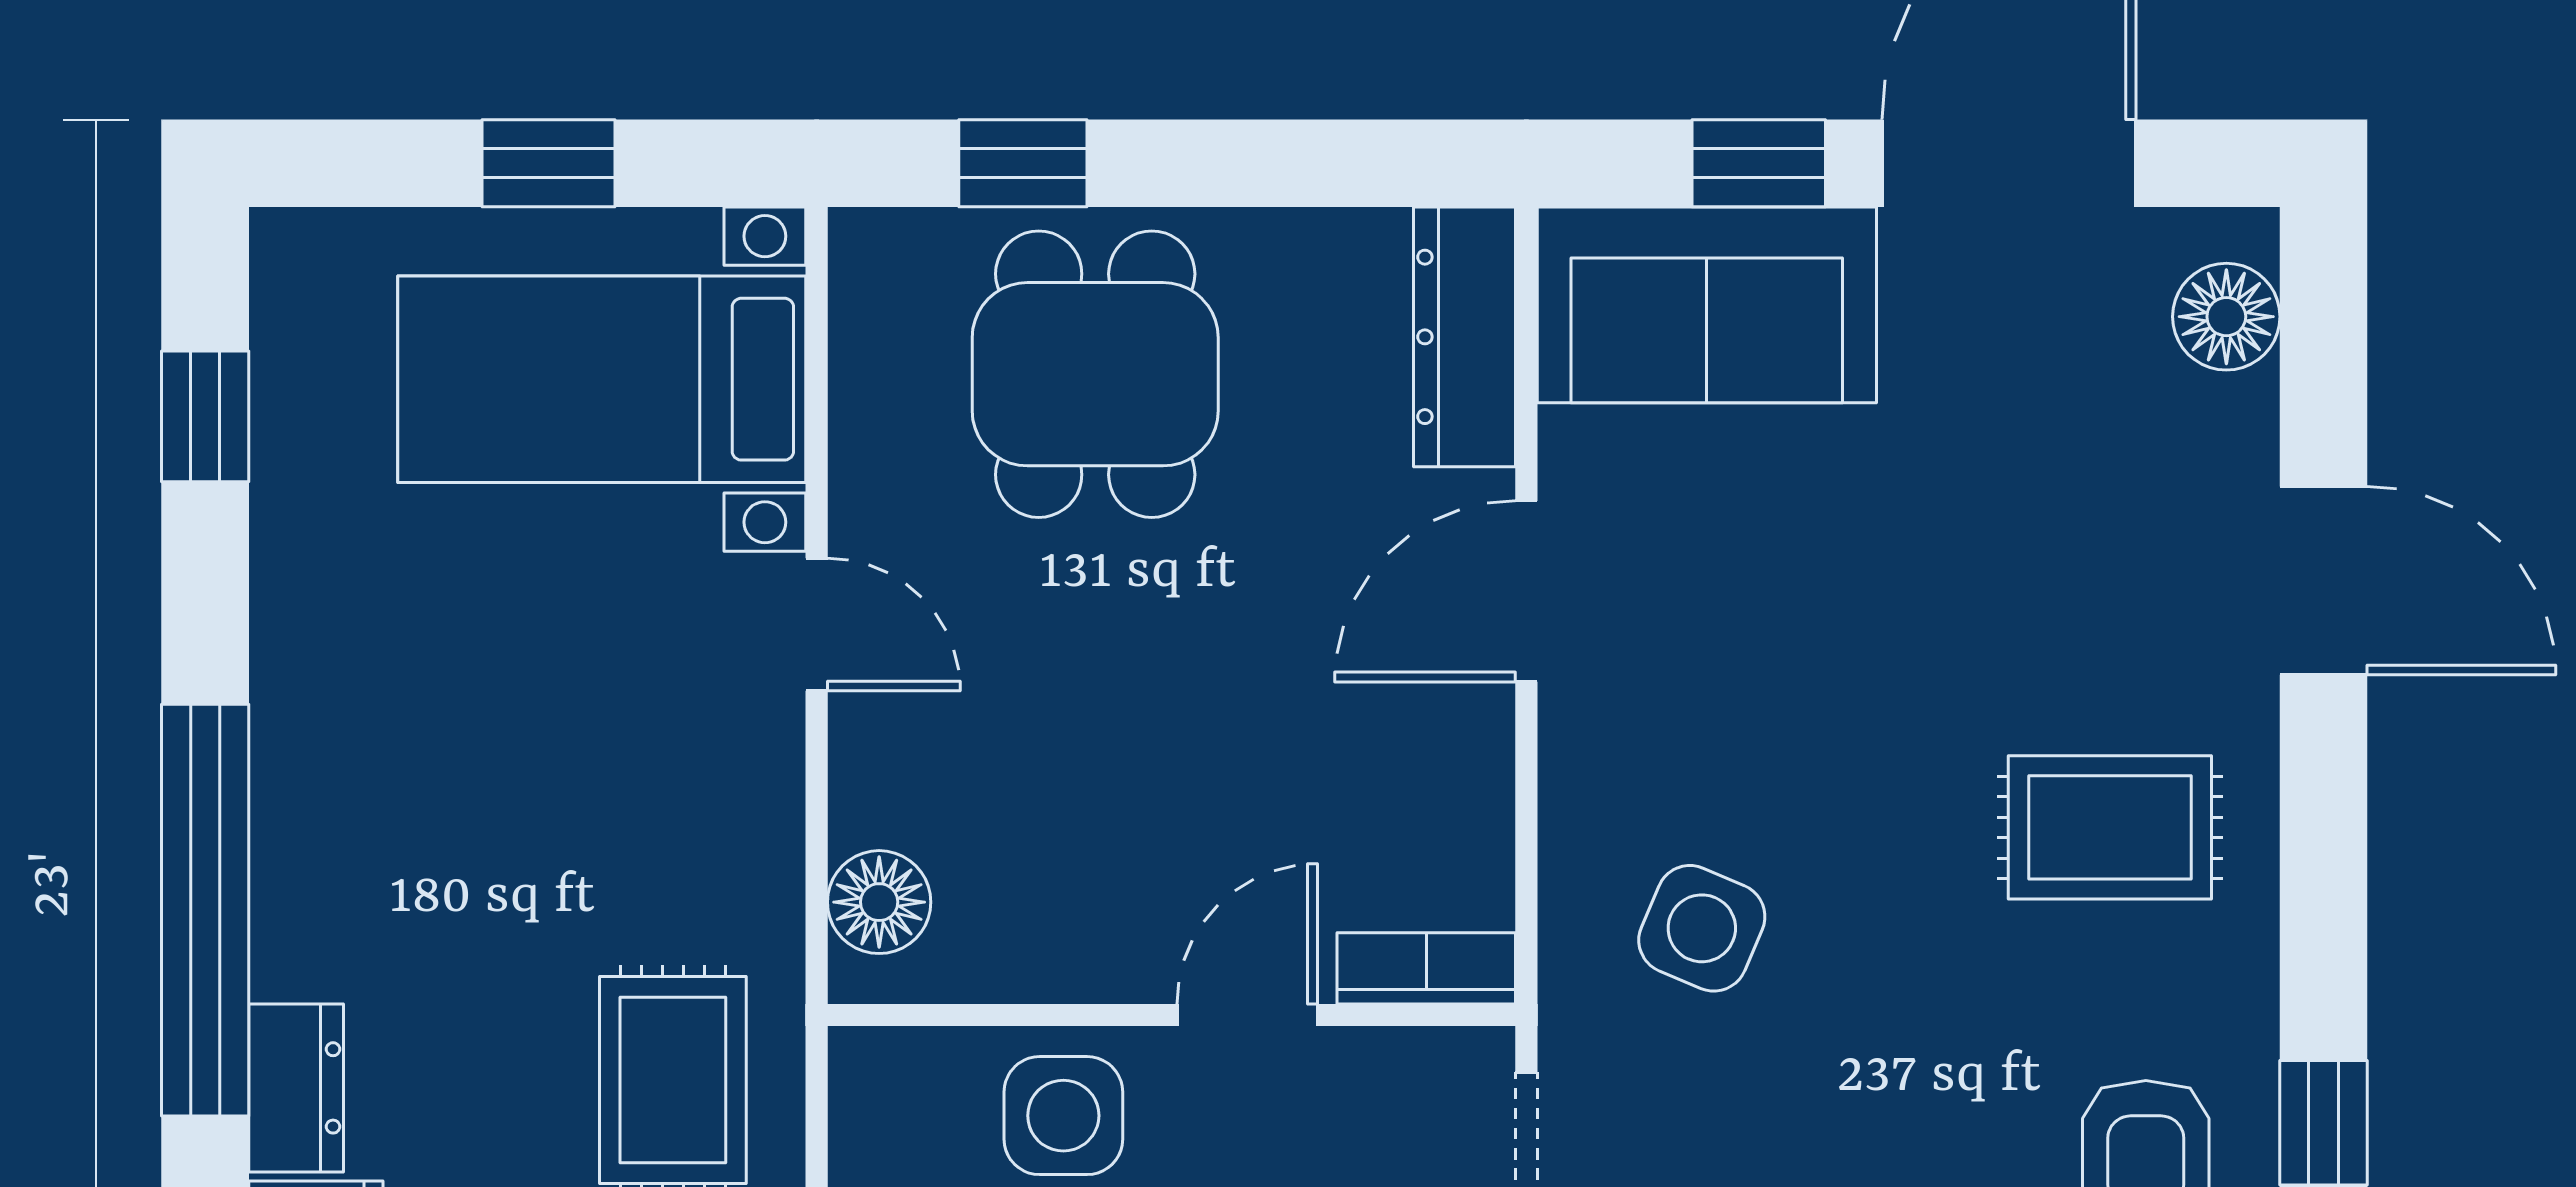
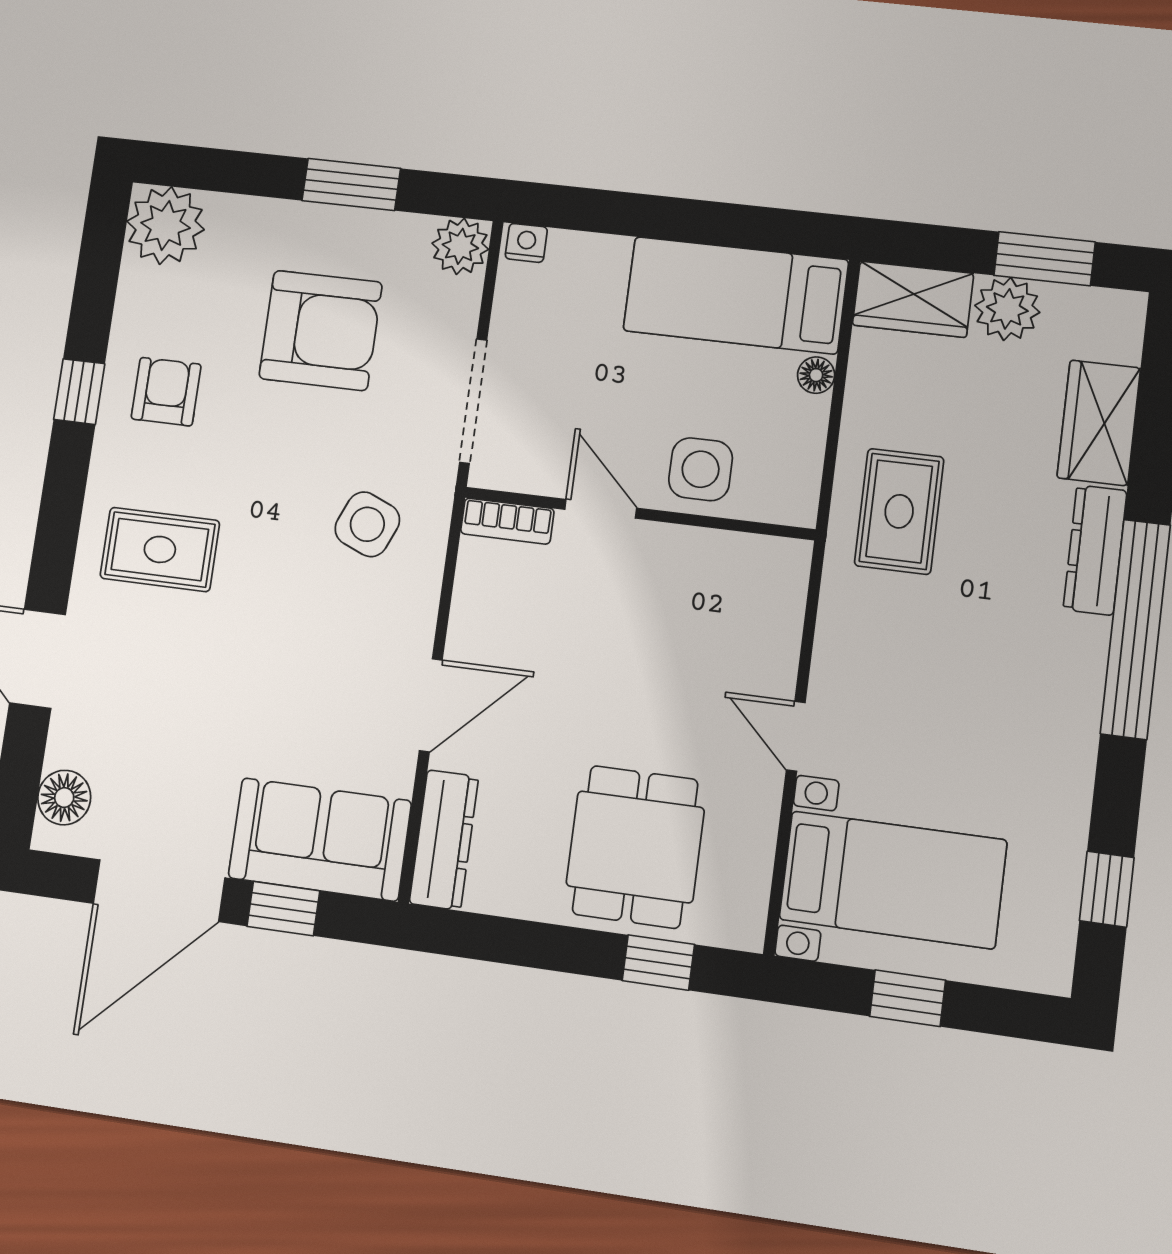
floor lamp: (879, 902) -> (781, 589), removed
door: (1247, 1015) -> (601, 509), swing flipped
dresser: (296, 1088) -> (1095, 550), width x1.44

